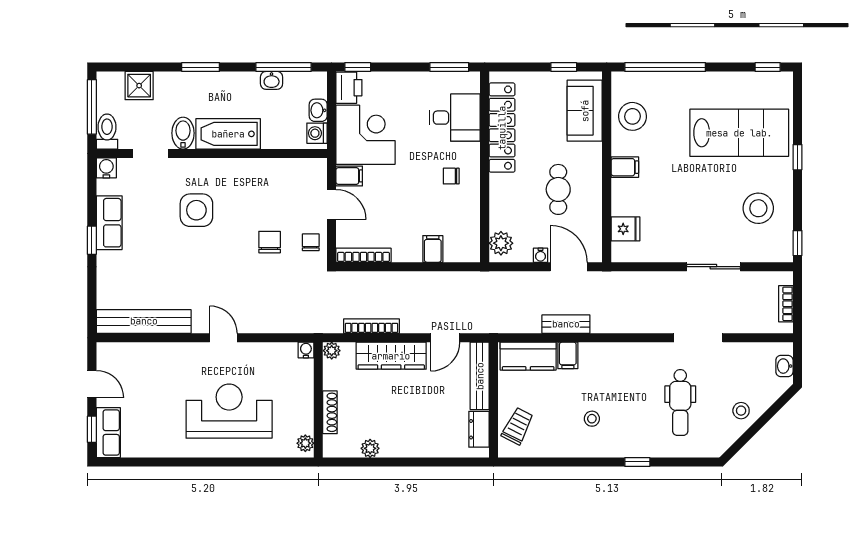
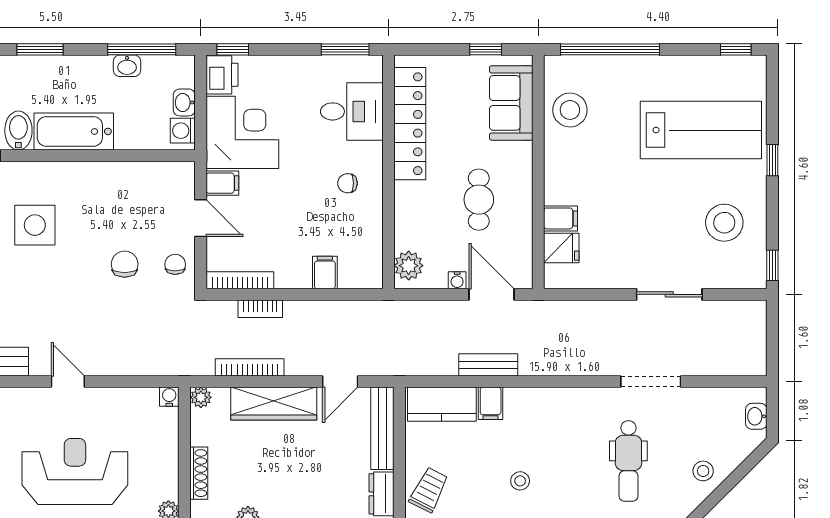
filing cabinet: (625, 167) -> (560, 218), moved
bookcase: (786, 304) -> (260, 309), moved, turned -90

